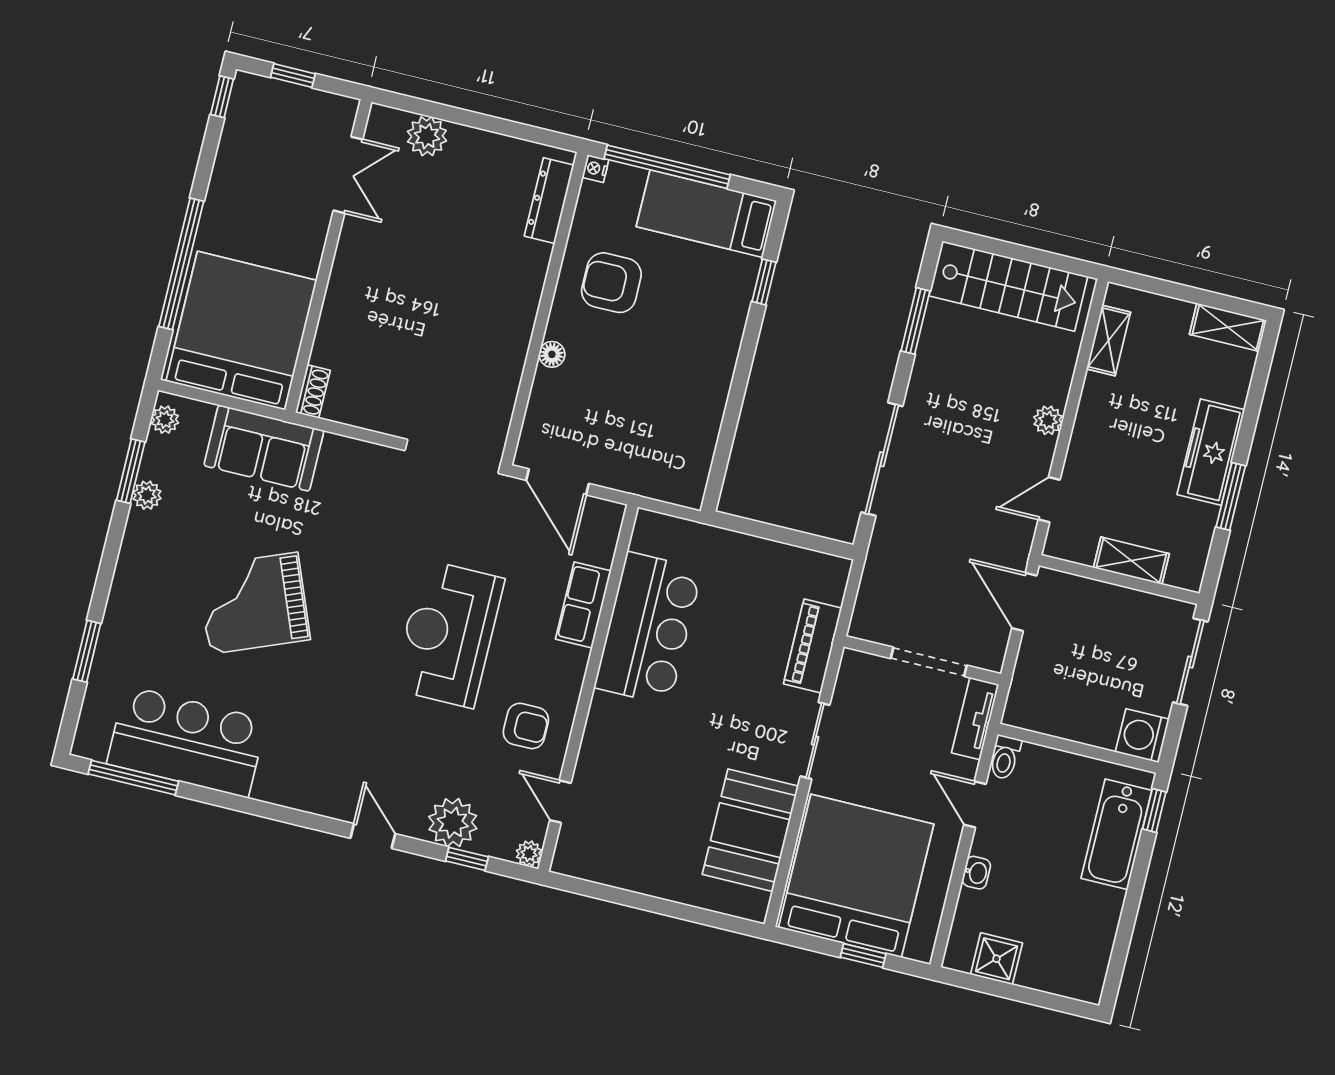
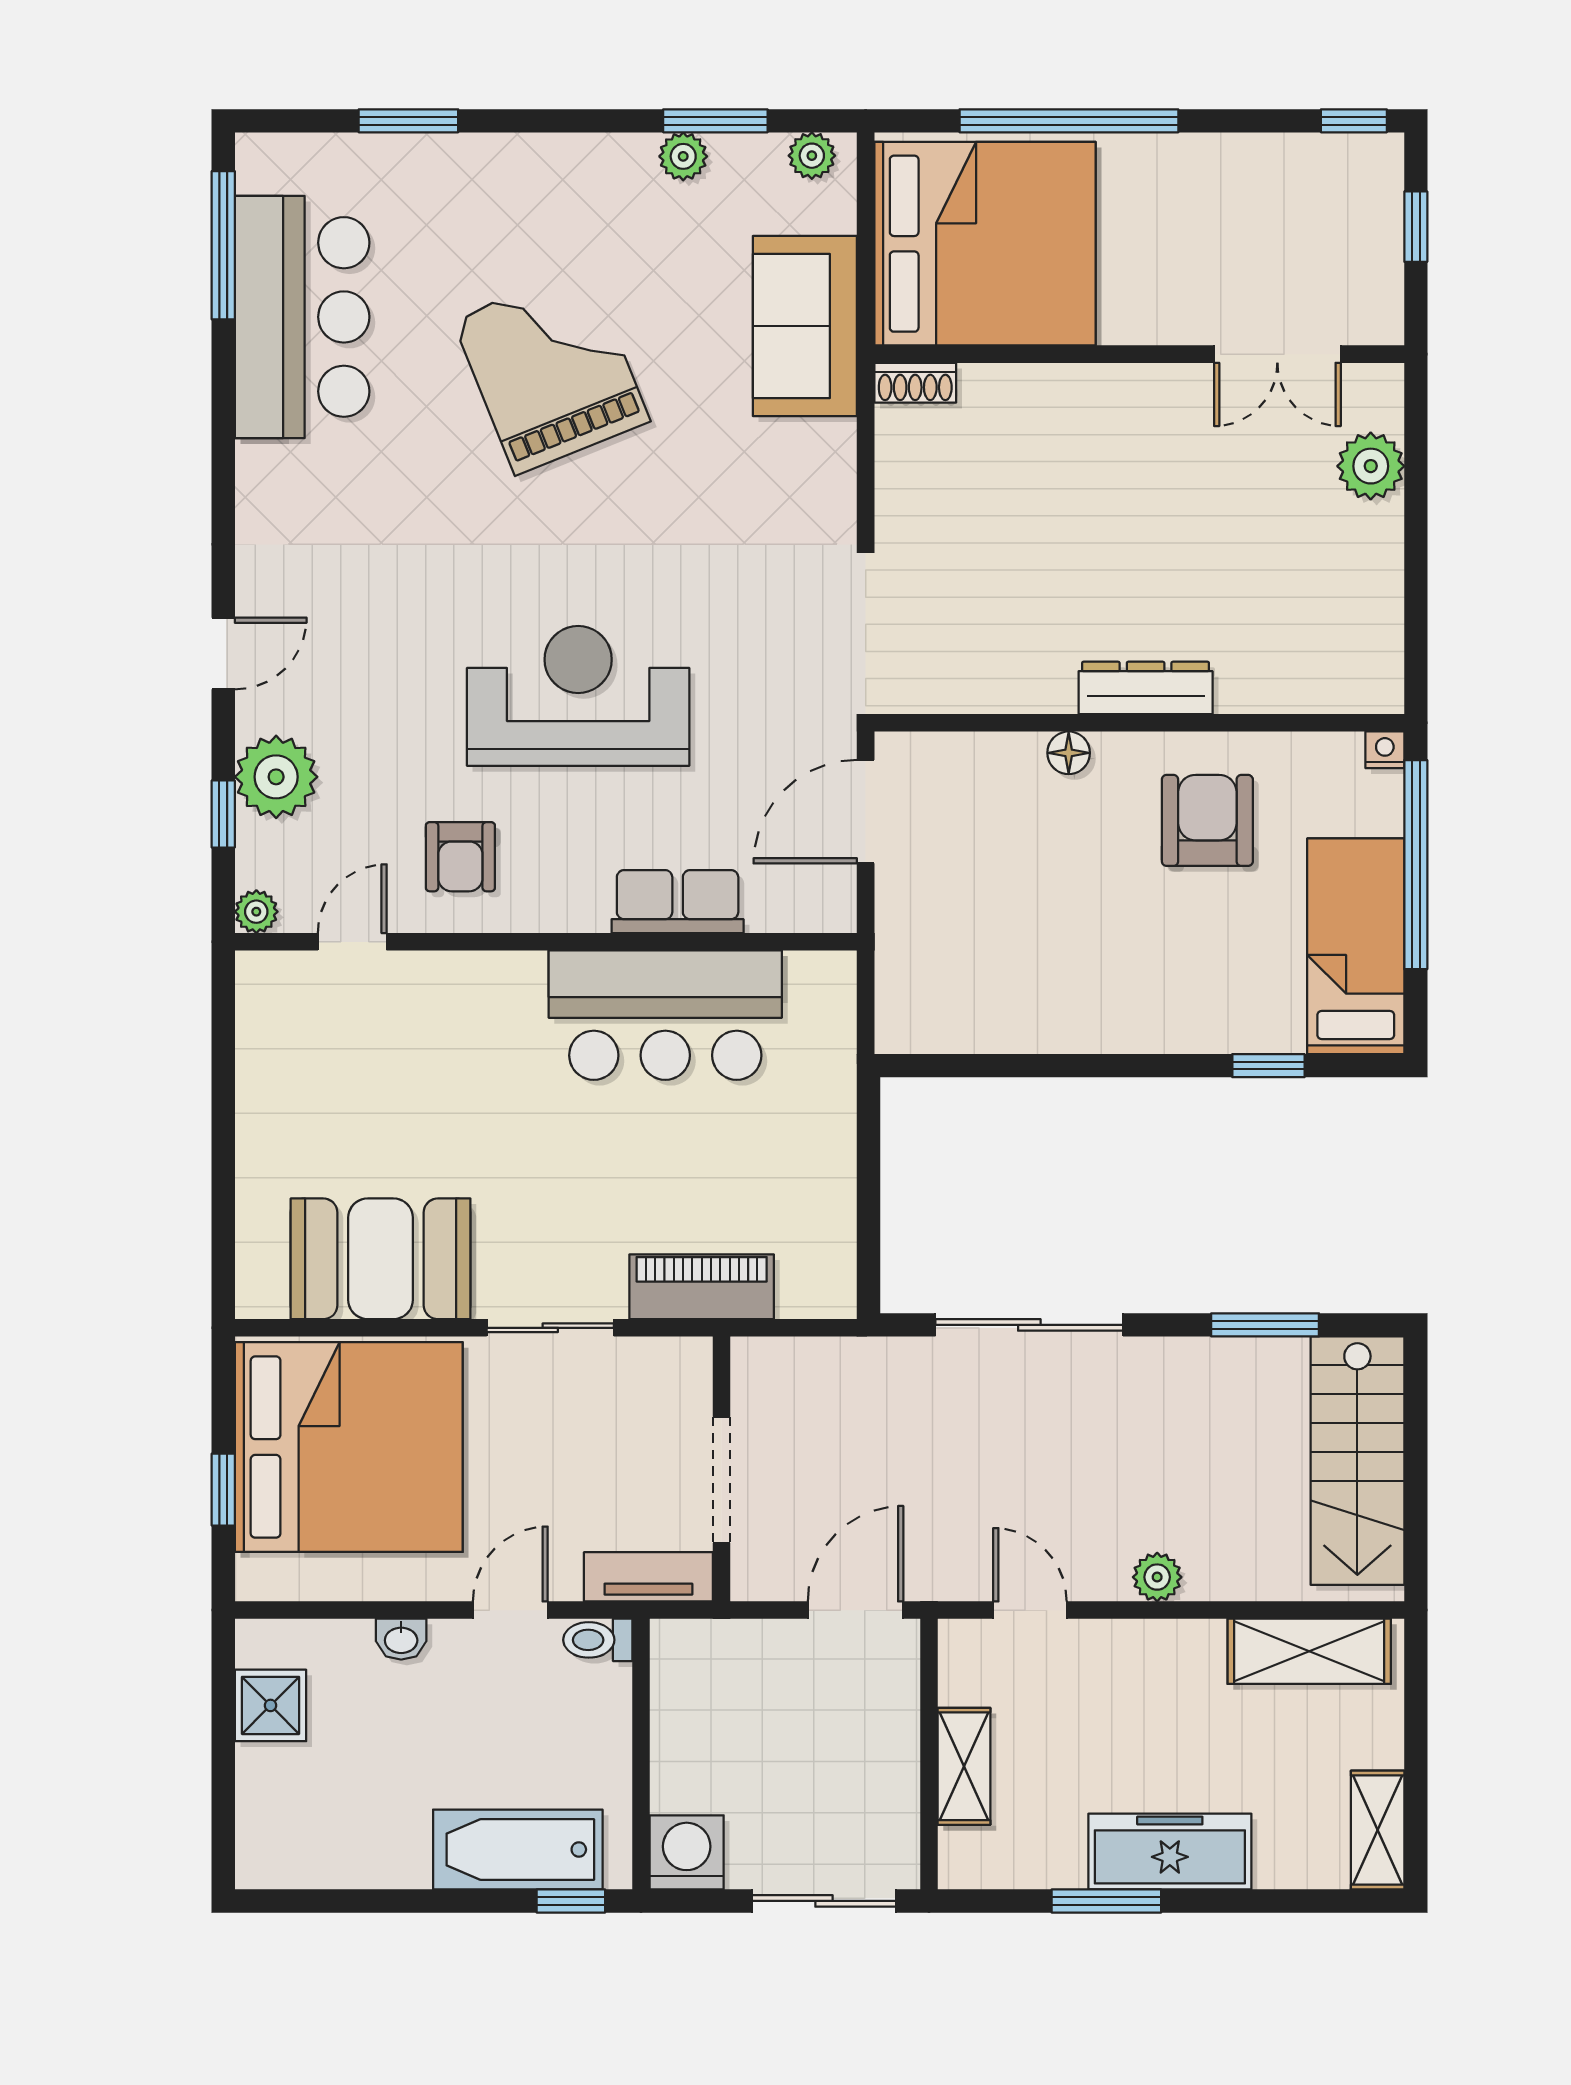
dresser: (549, 201) -> (1146, 688), moved
shelving: (1109, 341) -> (1309, 1651), width x1.50, depth x1.33

